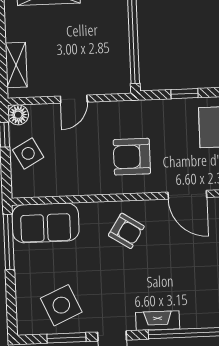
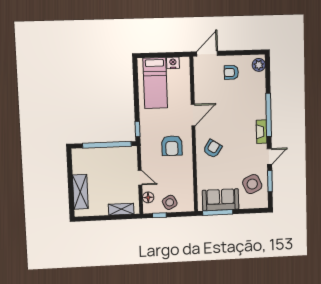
window: (185, 94) -> (137, 129), moved
floor lamp: (18, 115) -> (148, 197), moved
sofa: (46, 223) -> (221, 200), moved, turned -90

